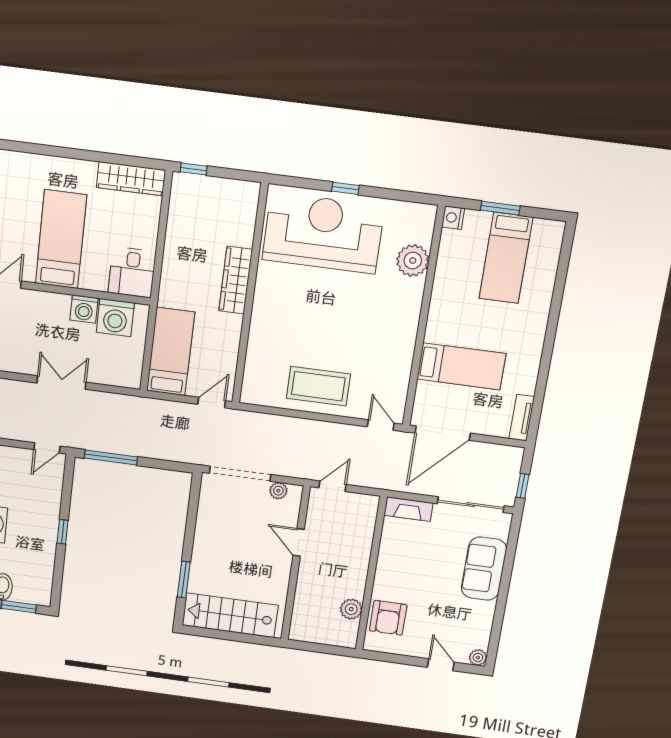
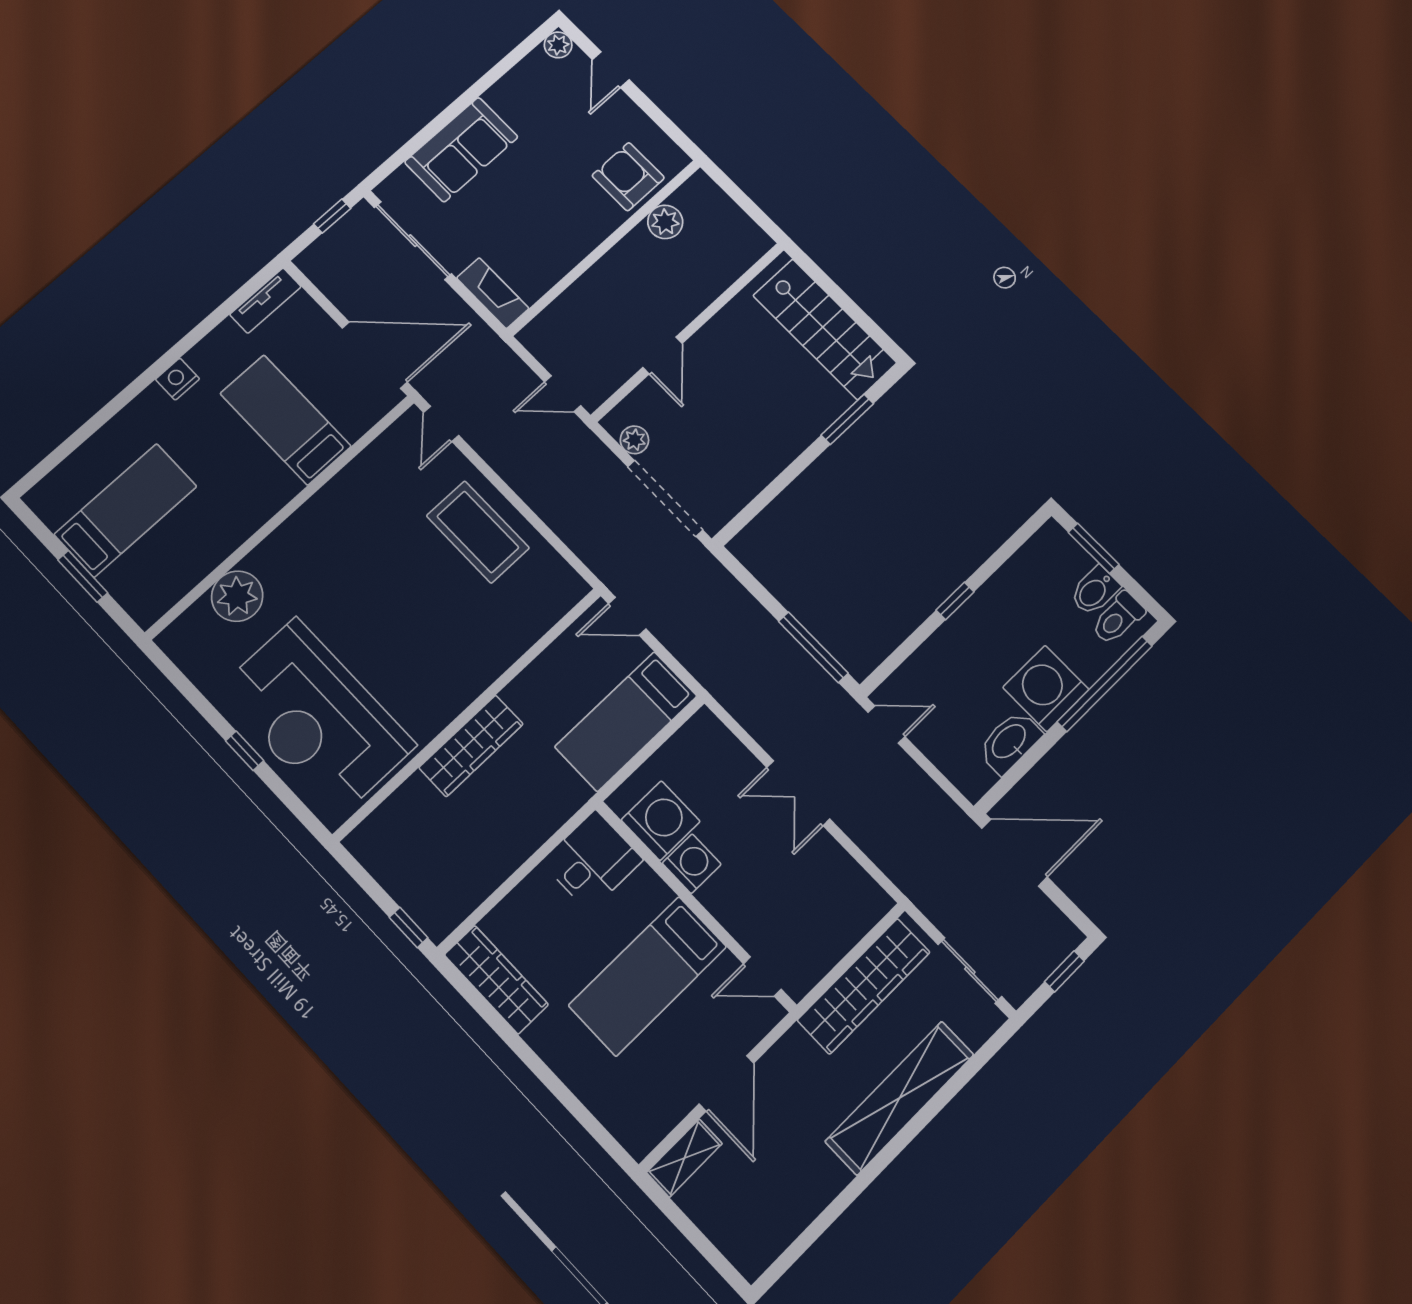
nightstand: (453, 218) -> (178, 379), moved, turned 180
armchair: (388, 618) -> (628, 177), turned -90

